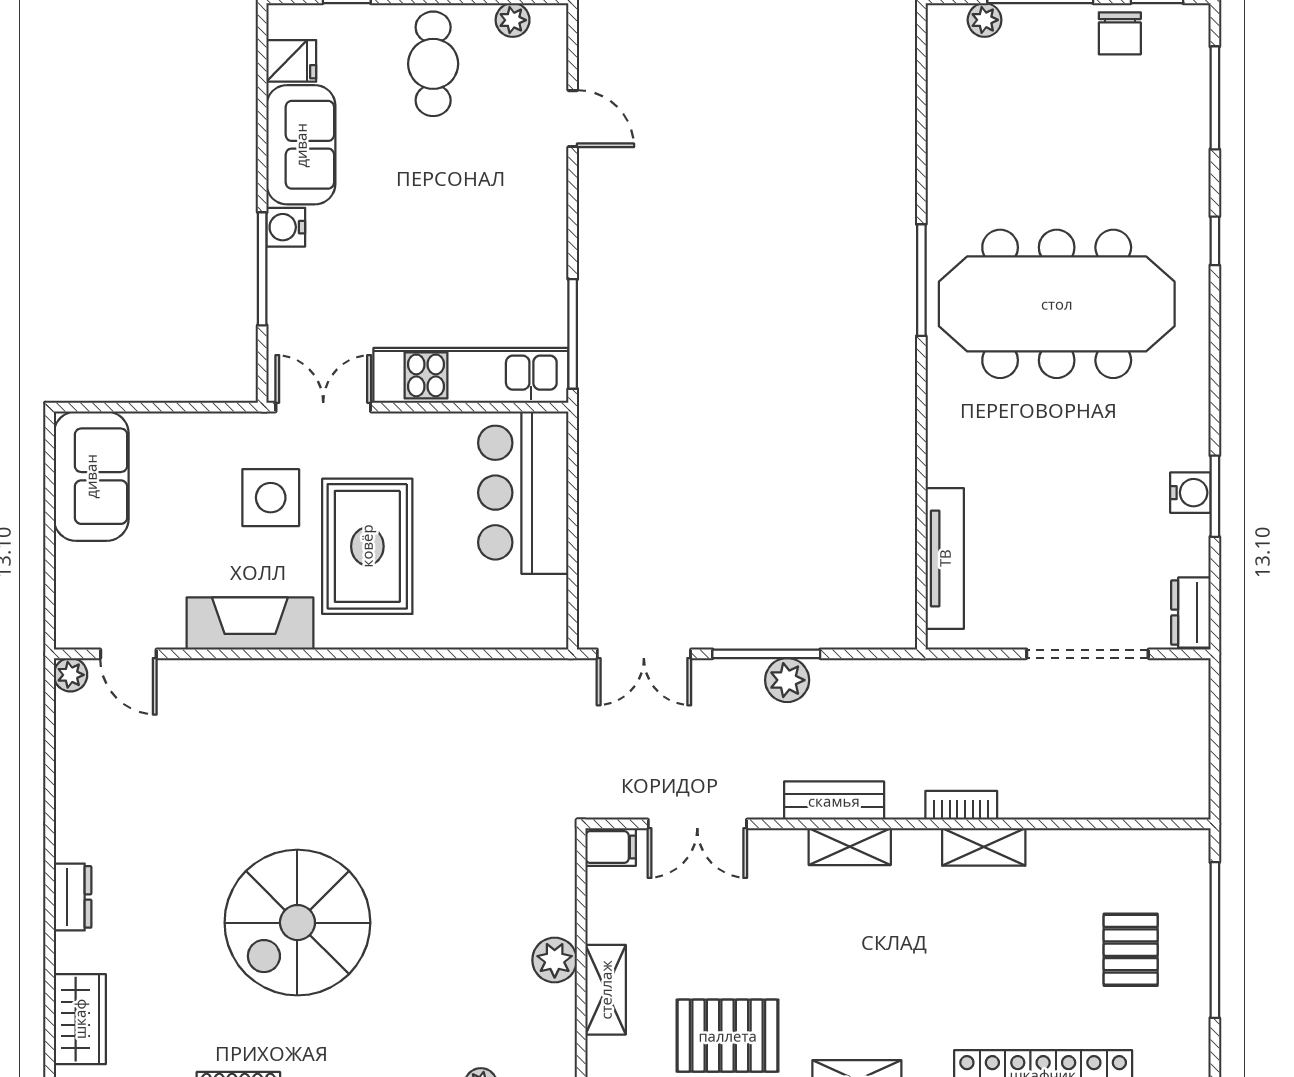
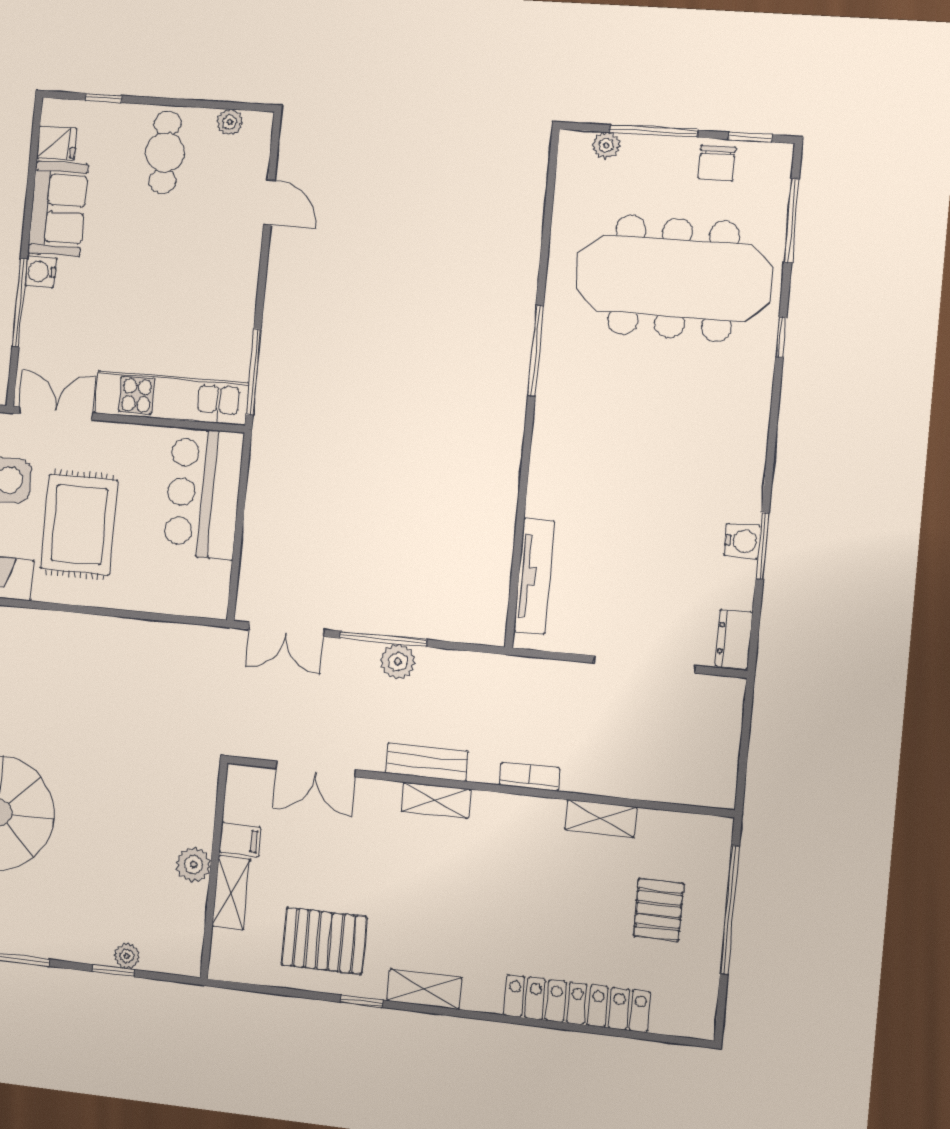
meeting table: (1057, 304) -> (674, 278), moved
filing cabinet: (611, 847) -> (240, 840), moved
shelving: (984, 847) -> (601, 818), moved

